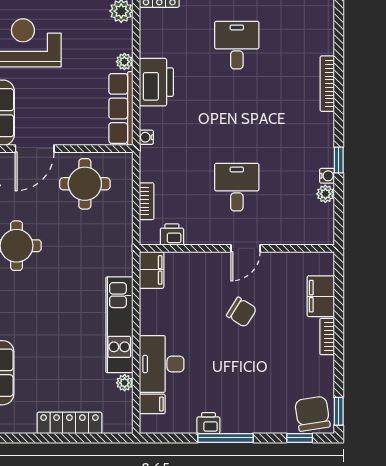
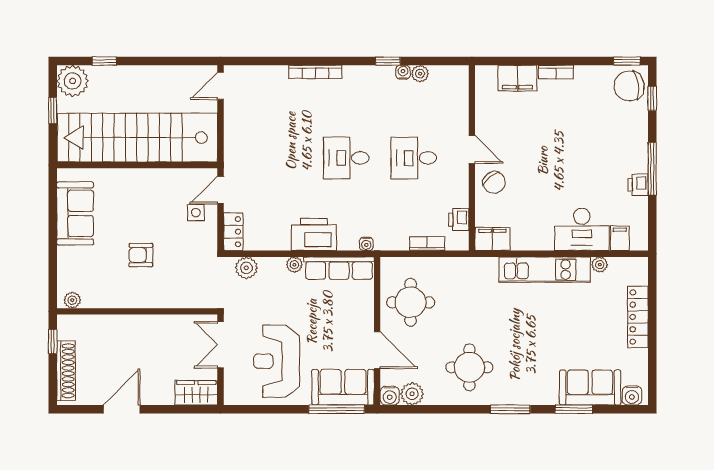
desk: (237, 45) -> (346, 158), moved
chair: (242, 312) -> (494, 182), moved, turned 108

